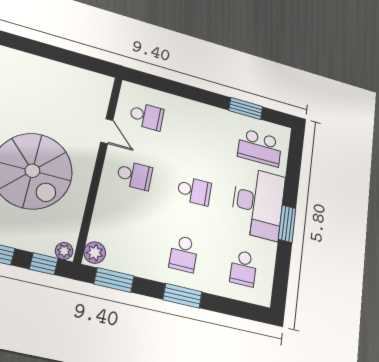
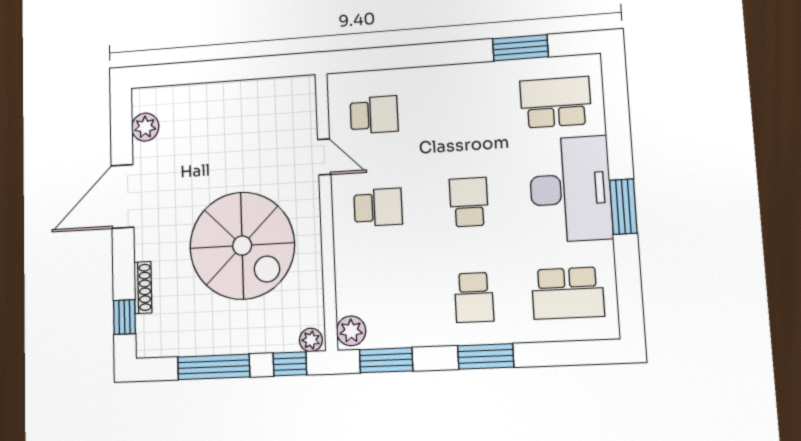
school desk: (260, 148) -> (556, 102), turned 180
school desk: (194, 191) -> (469, 202), turned -90
school desk: (244, 268) -> (568, 293), width x1.85

